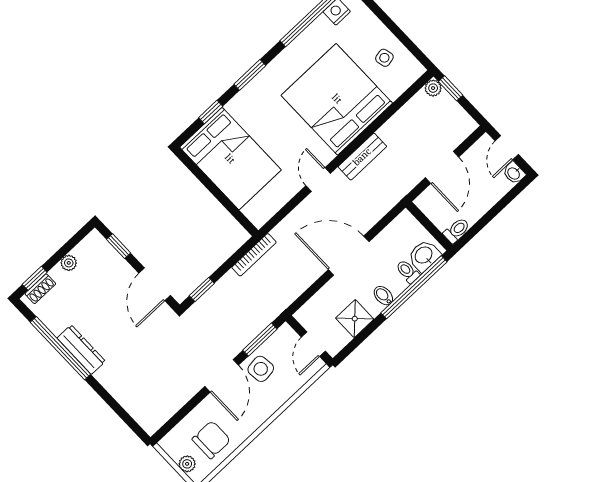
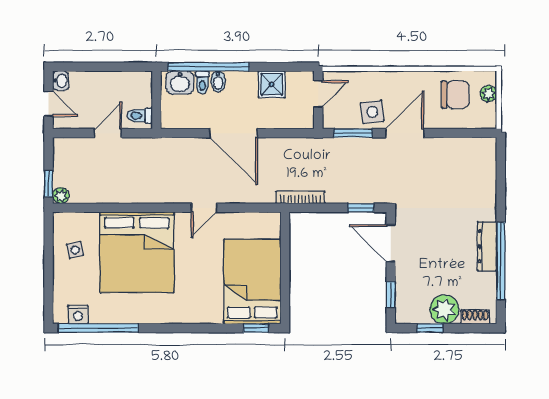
window: (250, 75) -> (182, 328), removed
window: (211, 112) -> (256, 328), moved
door: (507, 148) -> (49, 104), hinge flipped
bench: (362, 157) -> (157, 194), removed
door: (442, 167) -> (108, 133), width x0.73
toilet: (457, 230) -> (140, 116), moved
plant: (69, 263) -> (444, 309), width x1.87, depth x1.87
window: (35, 278) -> (430, 328), moved
door: (155, 284) -> (391, 243), swing flipped
bidet: (383, 296) -> (218, 81), moved
chair: (211, 440) -> (455, 95), turned 180

